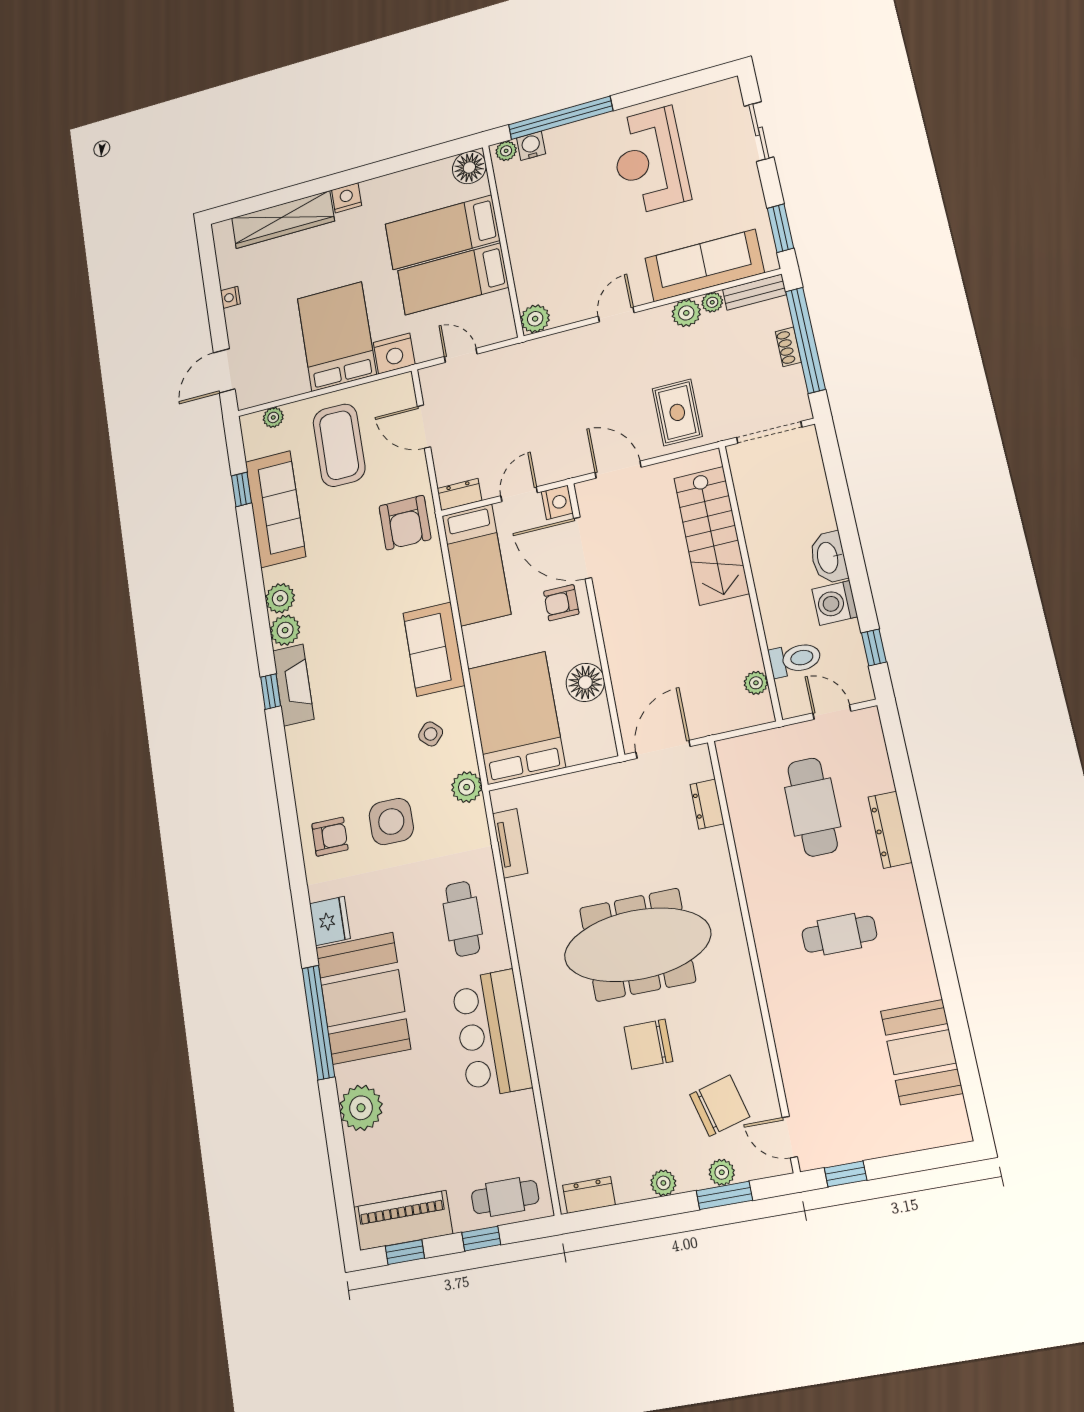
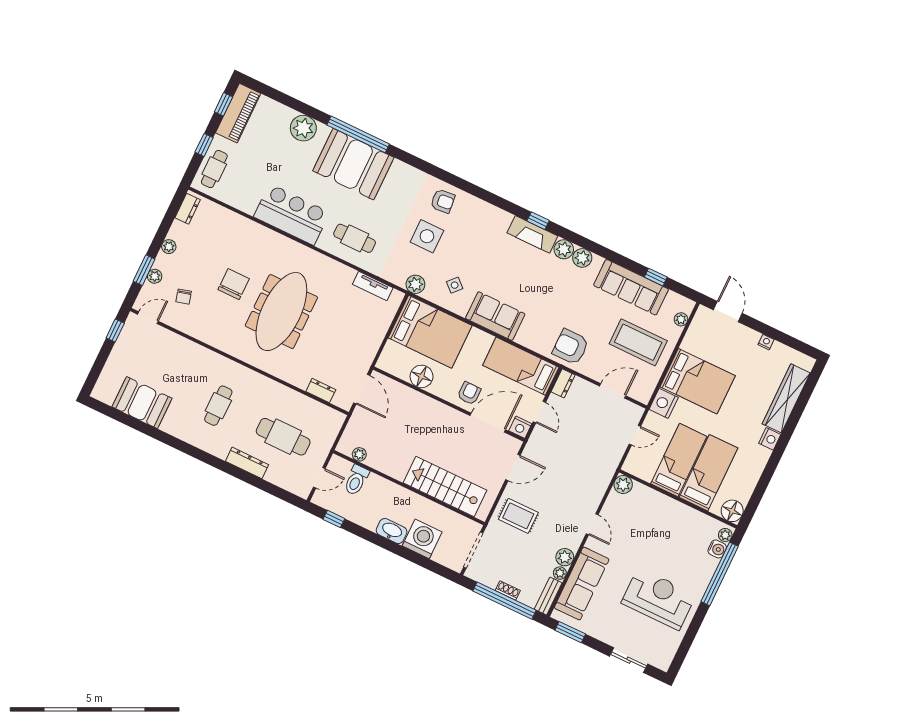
washing machine: (835, 603) -> (422, 539), moved, width x1.37, depth x1.37
armchair: (330, 837) -> (443, 201), turned -96
fridge: (330, 921) -> (402, 173), removed
chair: (720, 1106) -> (184, 297), width x0.54, depth x0.54

